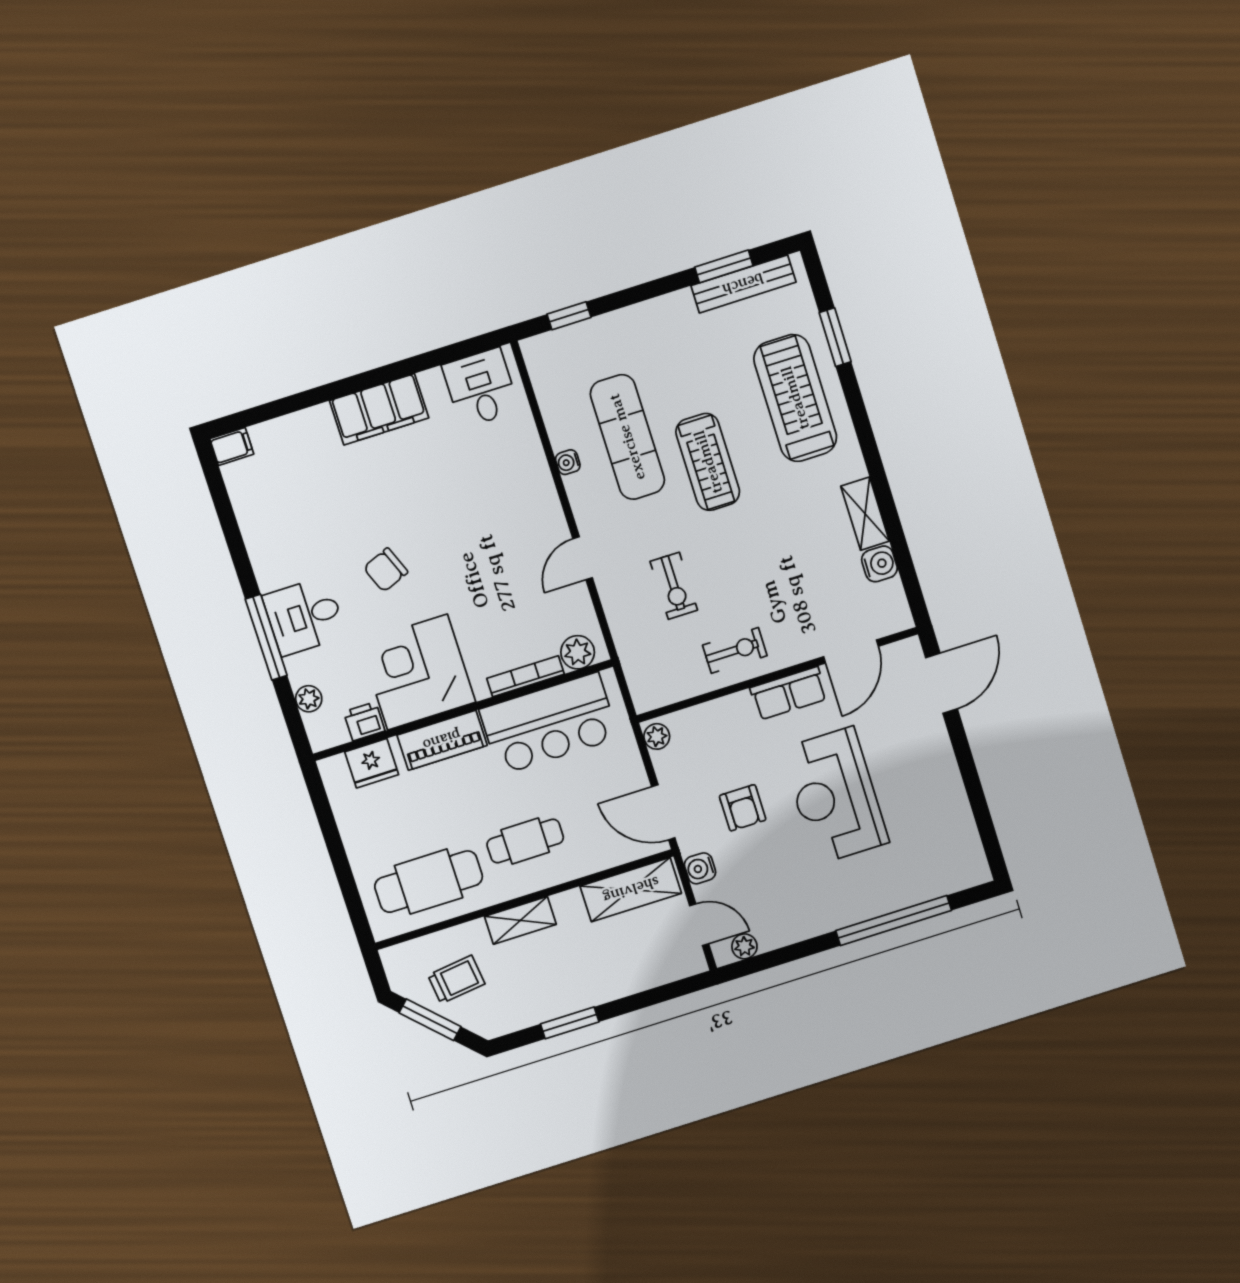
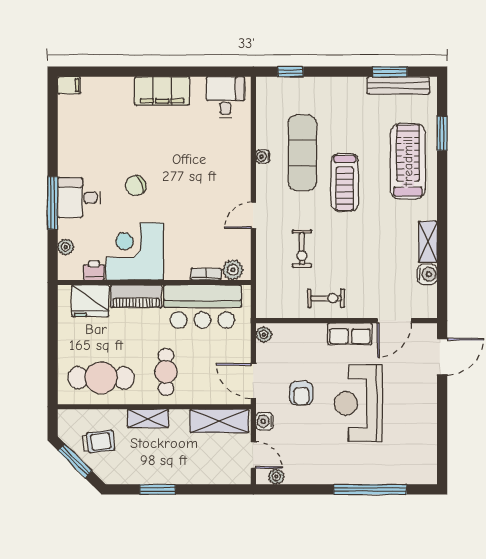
bookcase: (525, 676) -> (206, 274), width x0.64
fridge: (372, 763) -> (90, 301), width x1.36, depth x1.34
cafe table: (525, 841) -> (166, 372), turned 90

